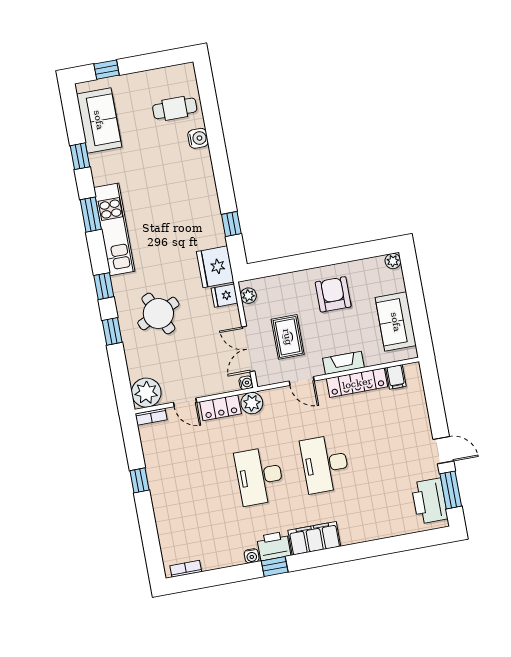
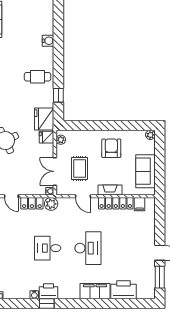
cafe table: (175, 108) -> (37, 77), moved
desk: (325, 464) -> (88, 248), turned 180
desk: (260, 476) -> (48, 248), width x0.73
printer: (429, 501) -> (123, 290), moved, turned 90
filing cabinet: (314, 538) -> (95, 291), moved

